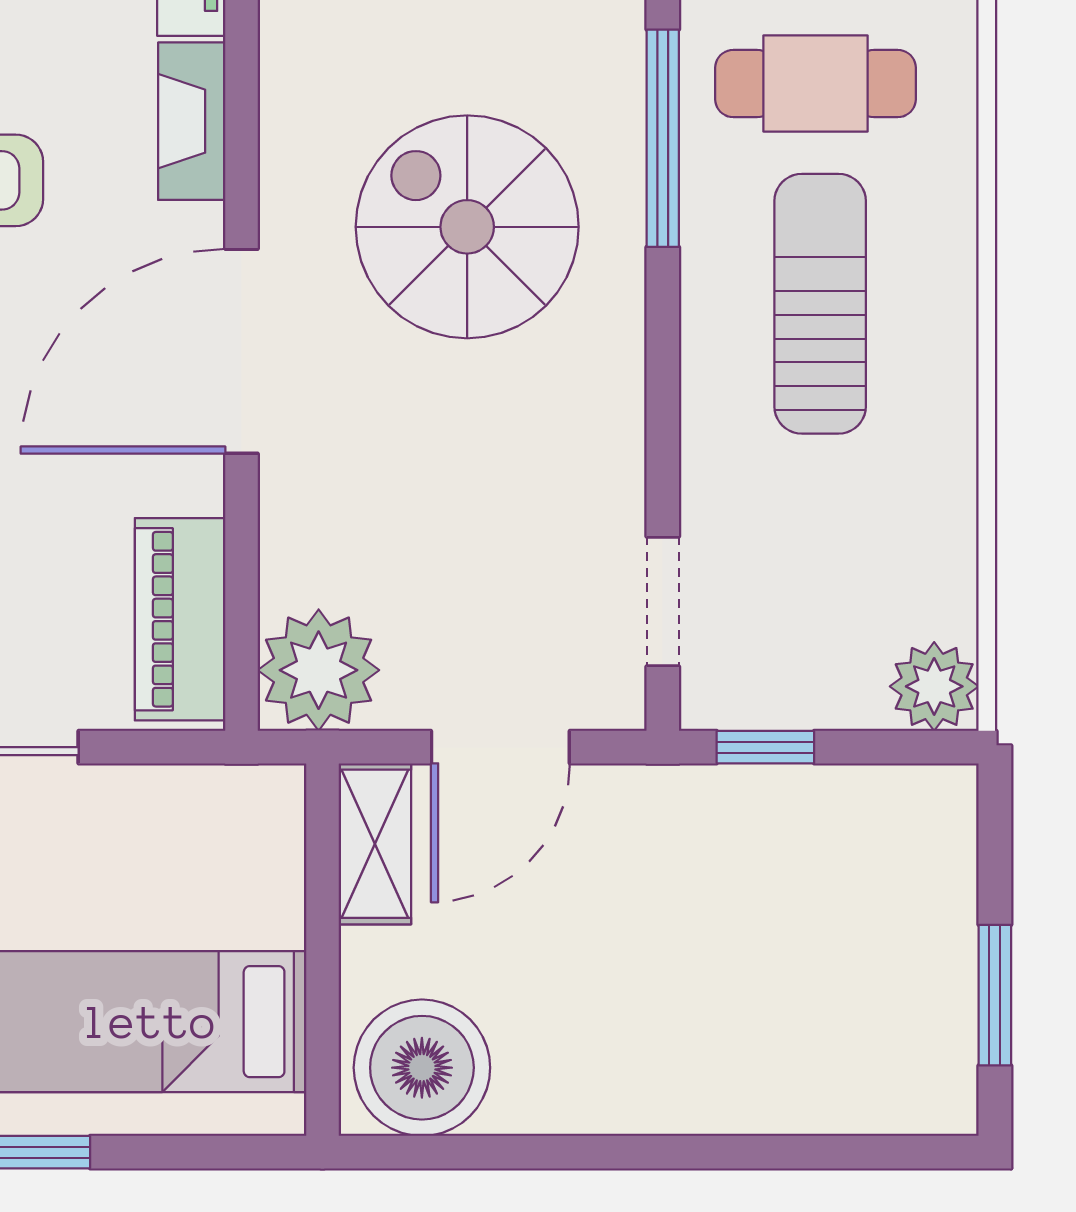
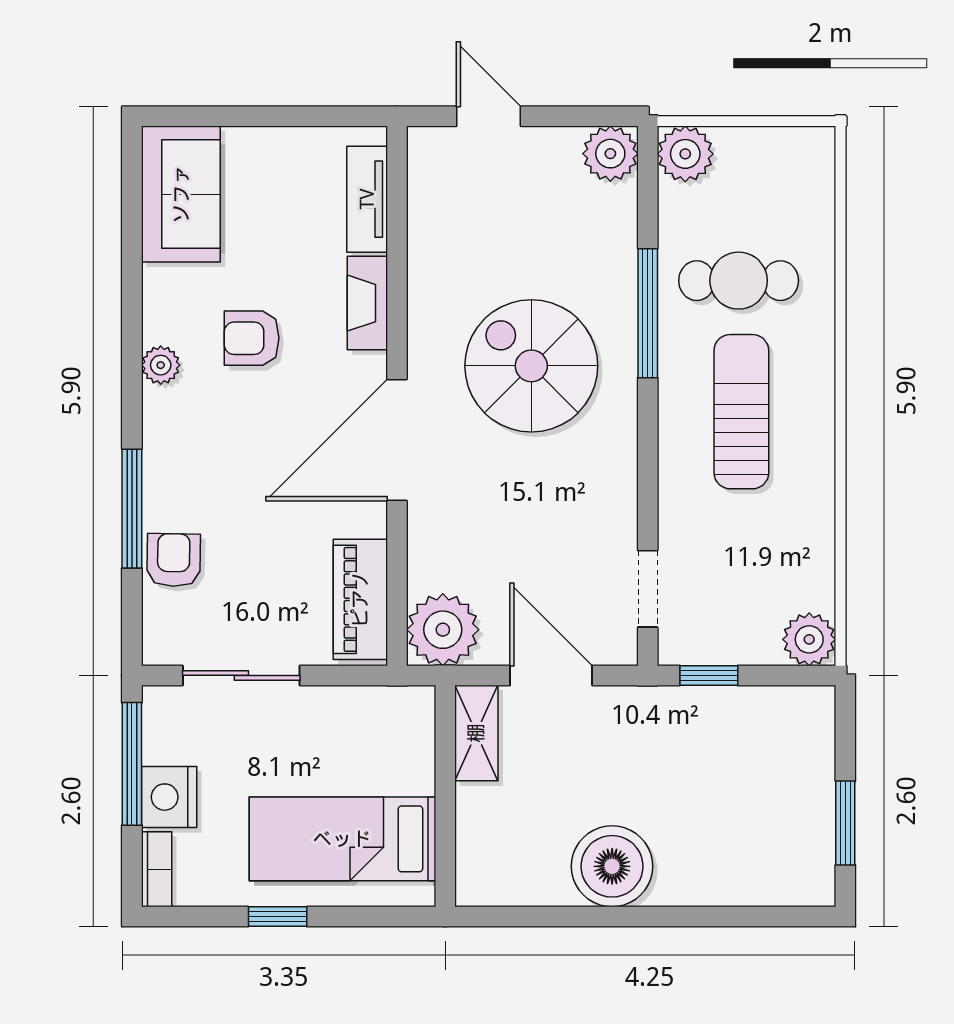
door: (500, 747) -> (551, 675), swing flipped
boiler: (422, 1068) -> (612, 866), moved

